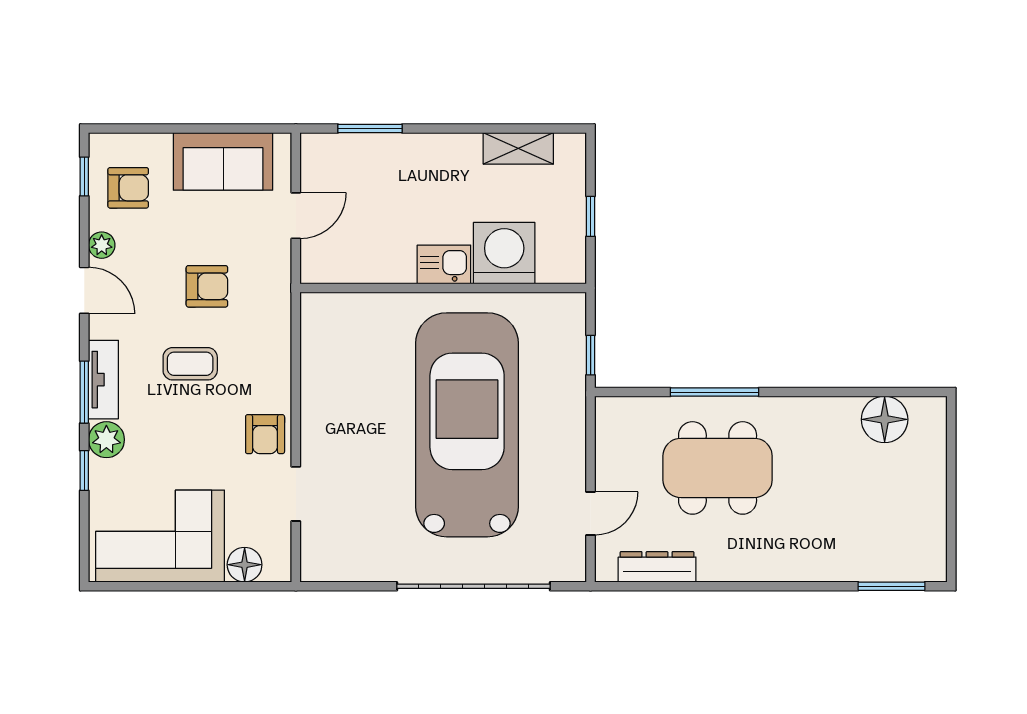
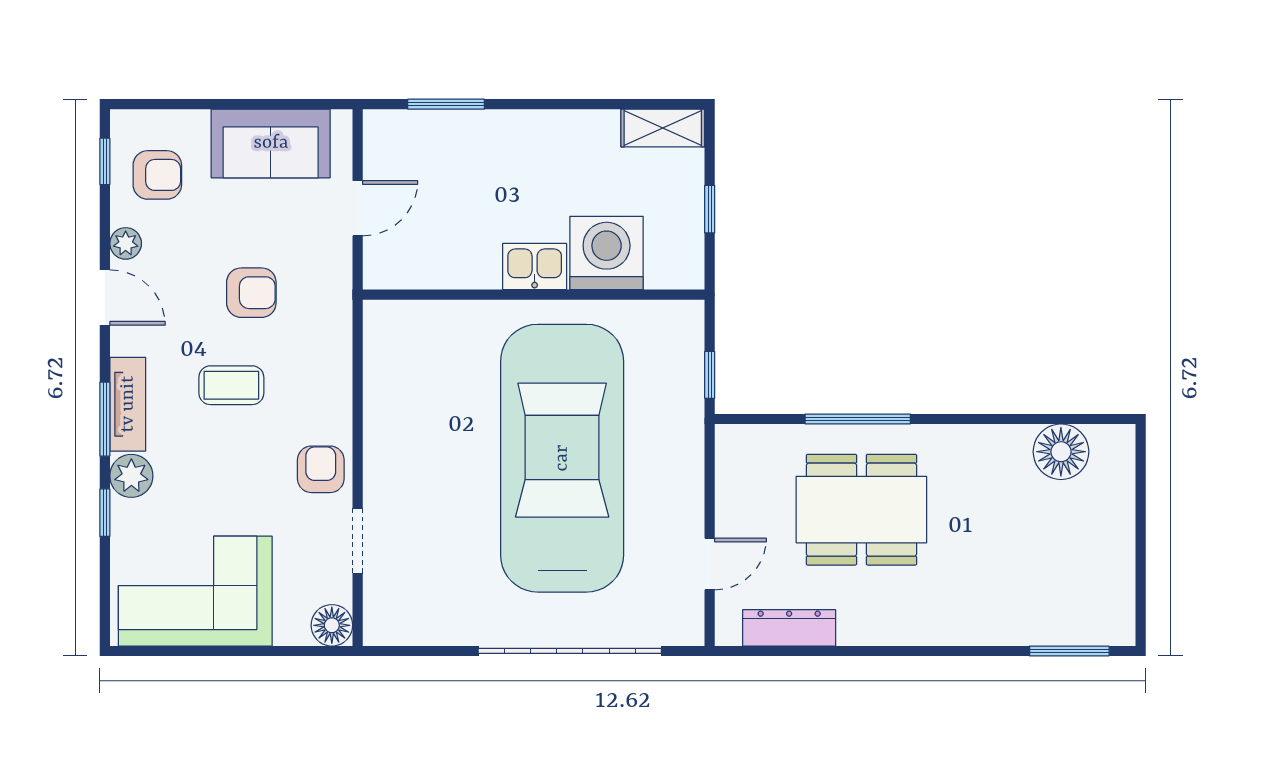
shelving: (518, 148) -> (663, 128), moved
armchair: (265, 434) -> (321, 469), turned 180
floor lamp: (245, 565) -> (332, 625), moved

